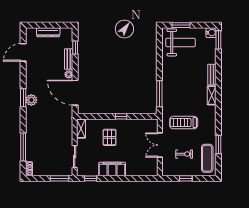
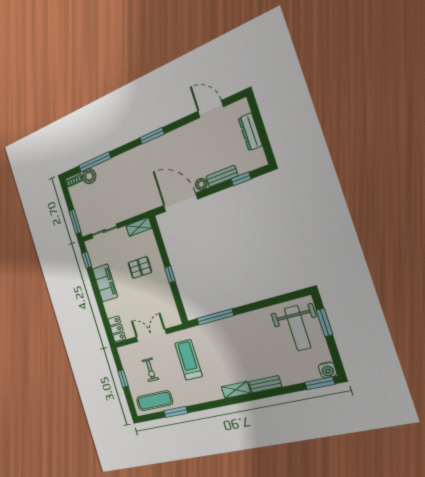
door: (75, 93) -> (180, 202), hinge flipped
plant: (31, 100) -> (89, 176), moved
locker: (148, 171) -> (117, 329), added

